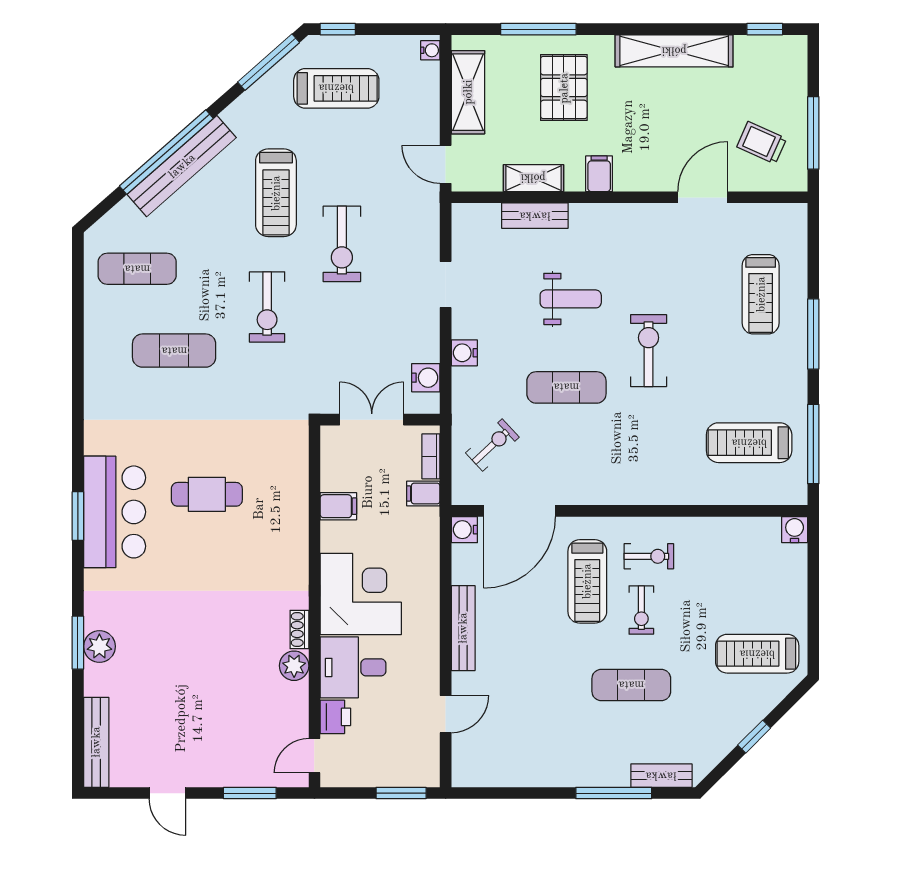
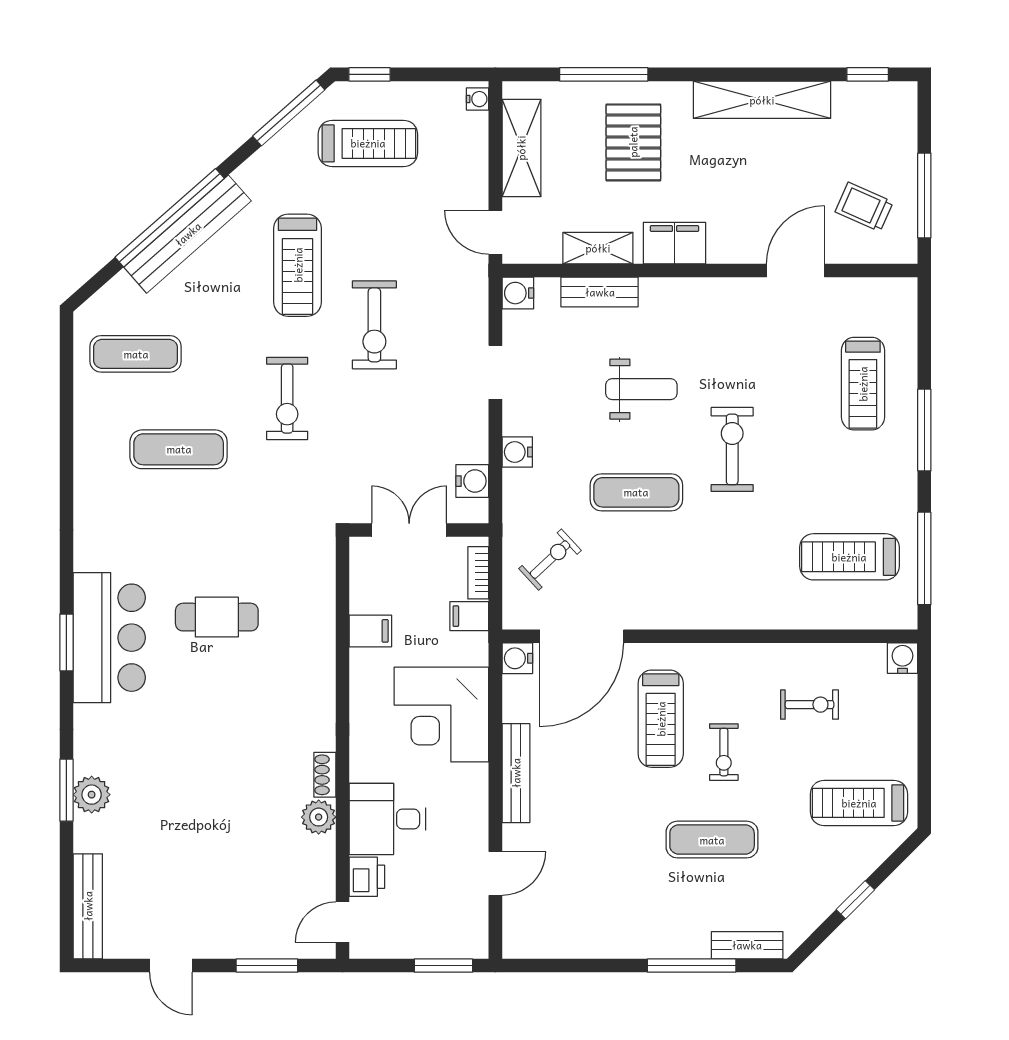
filing cabinet: (599, 174) -> (675, 243), width x2.00
water cooler: (465, 217) -> (518, 293), added
exercise bike: (649, 556) -> (809, 705), moved
corner desk: (361, 594) -> (441, 715), moved, turned 180

